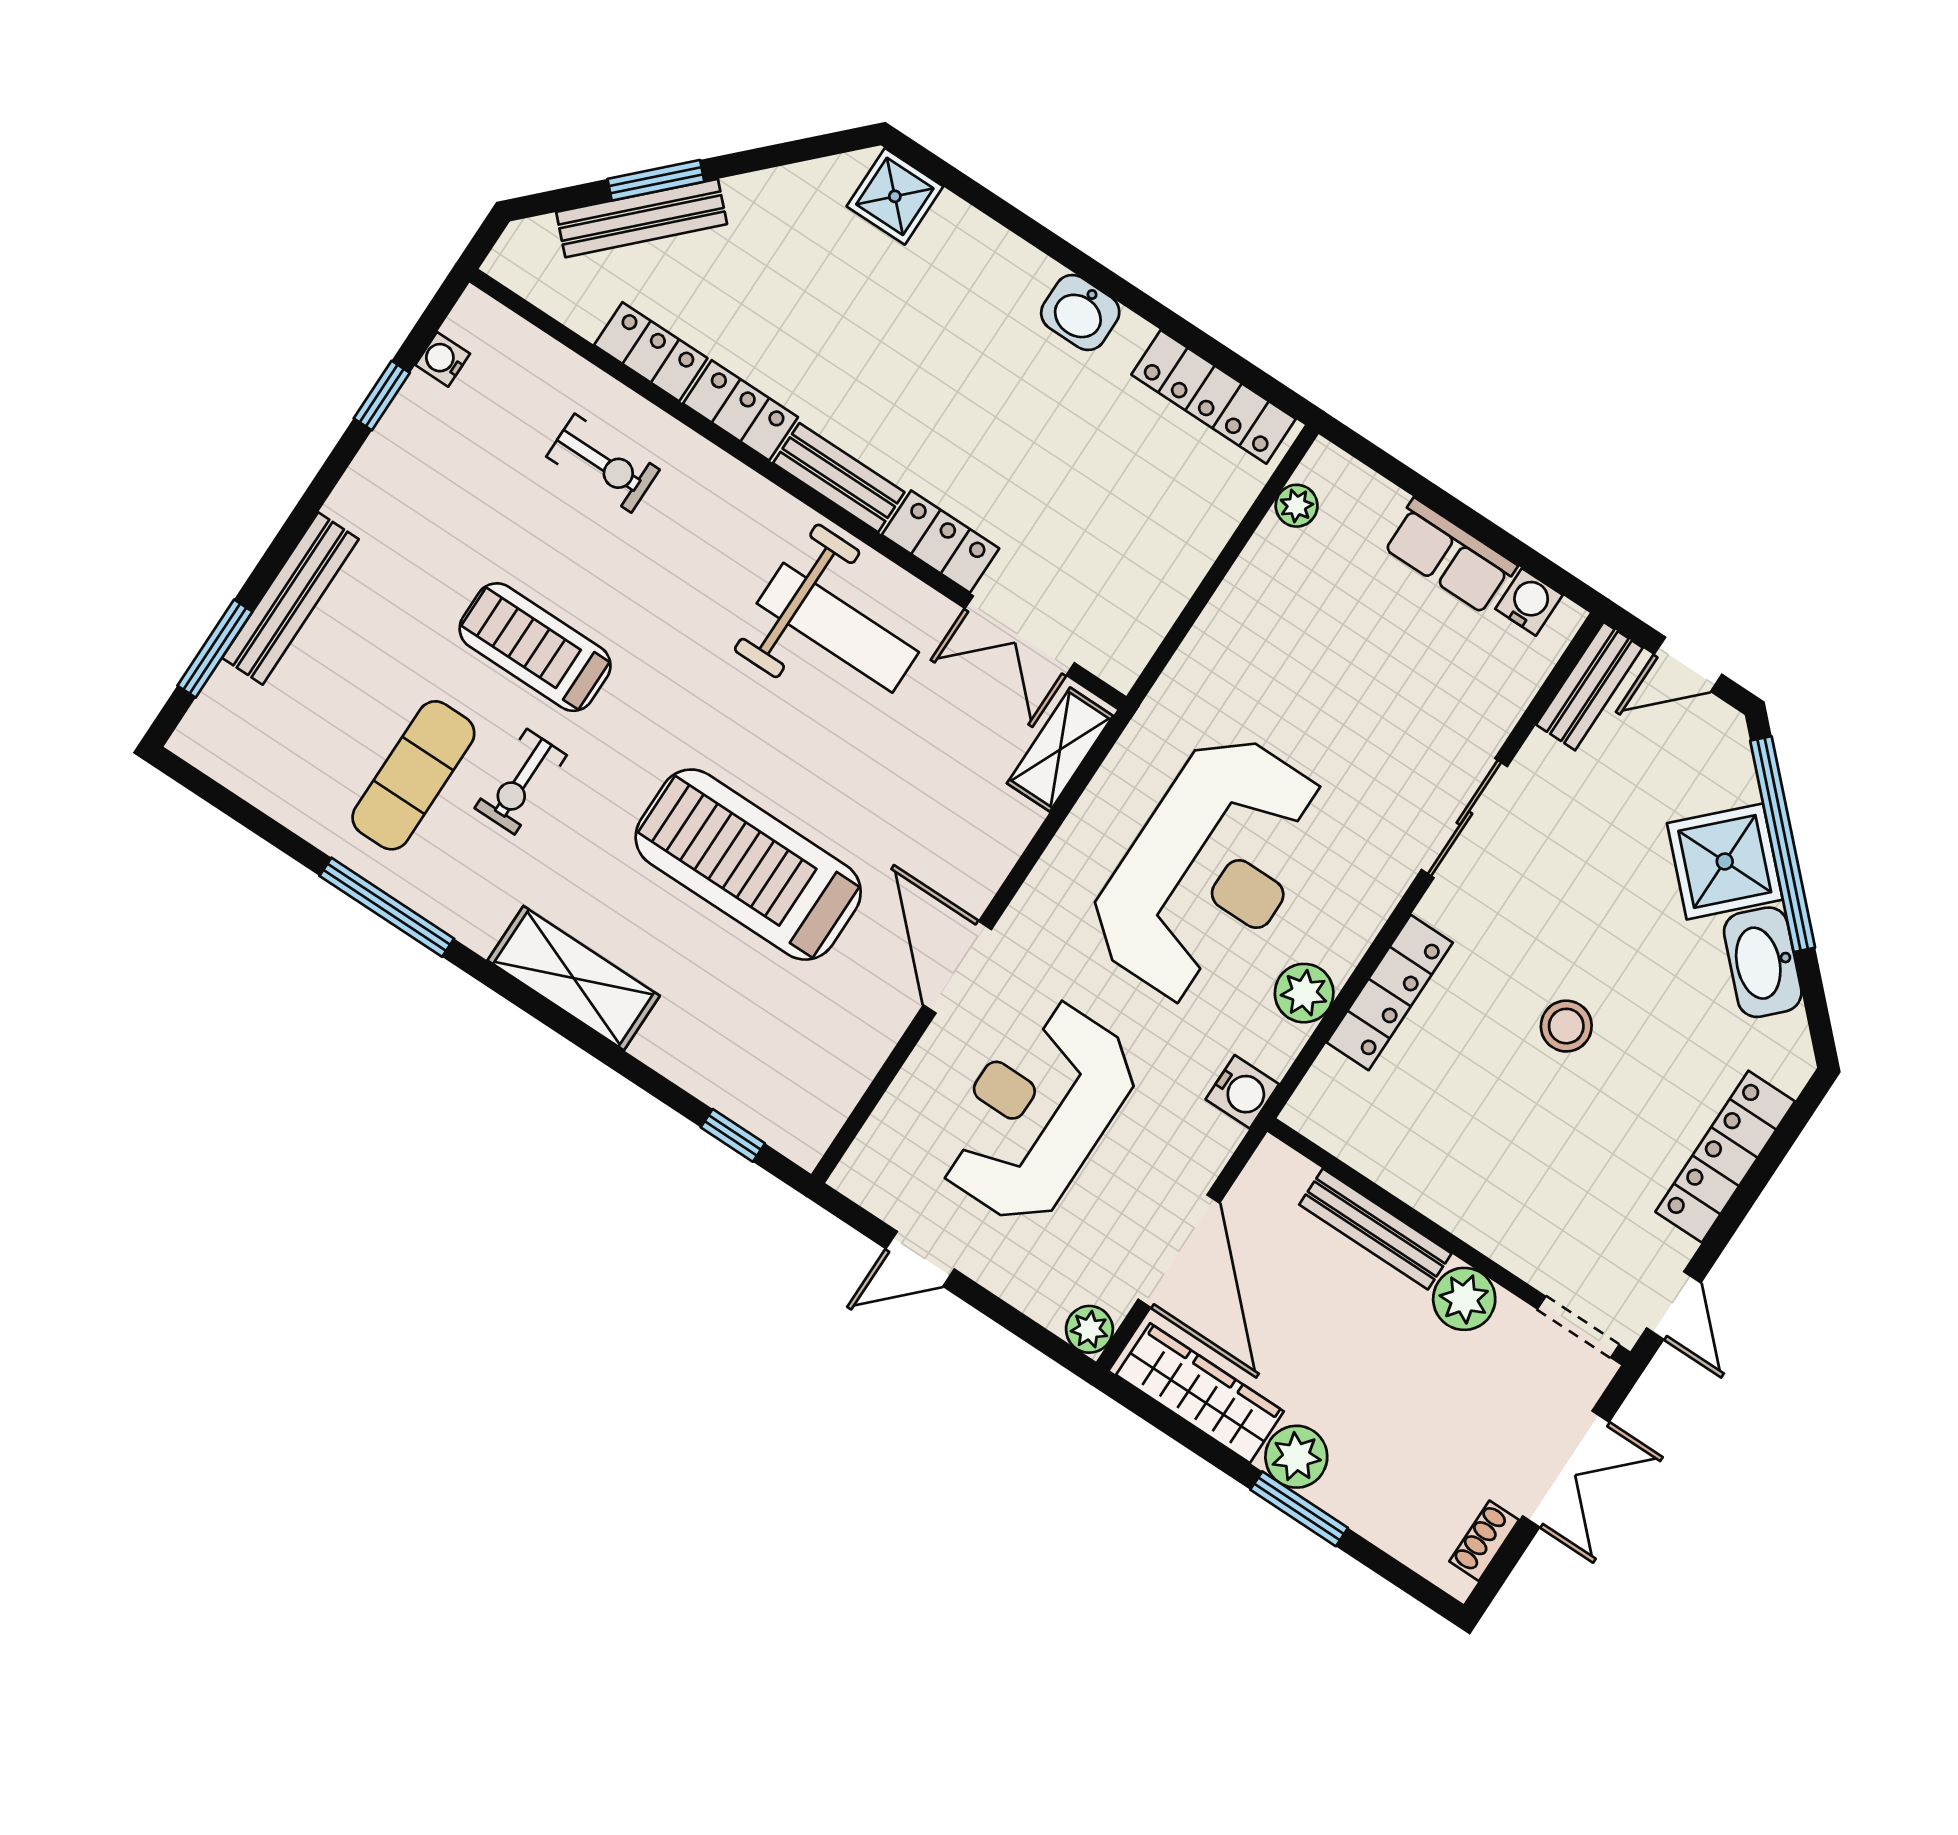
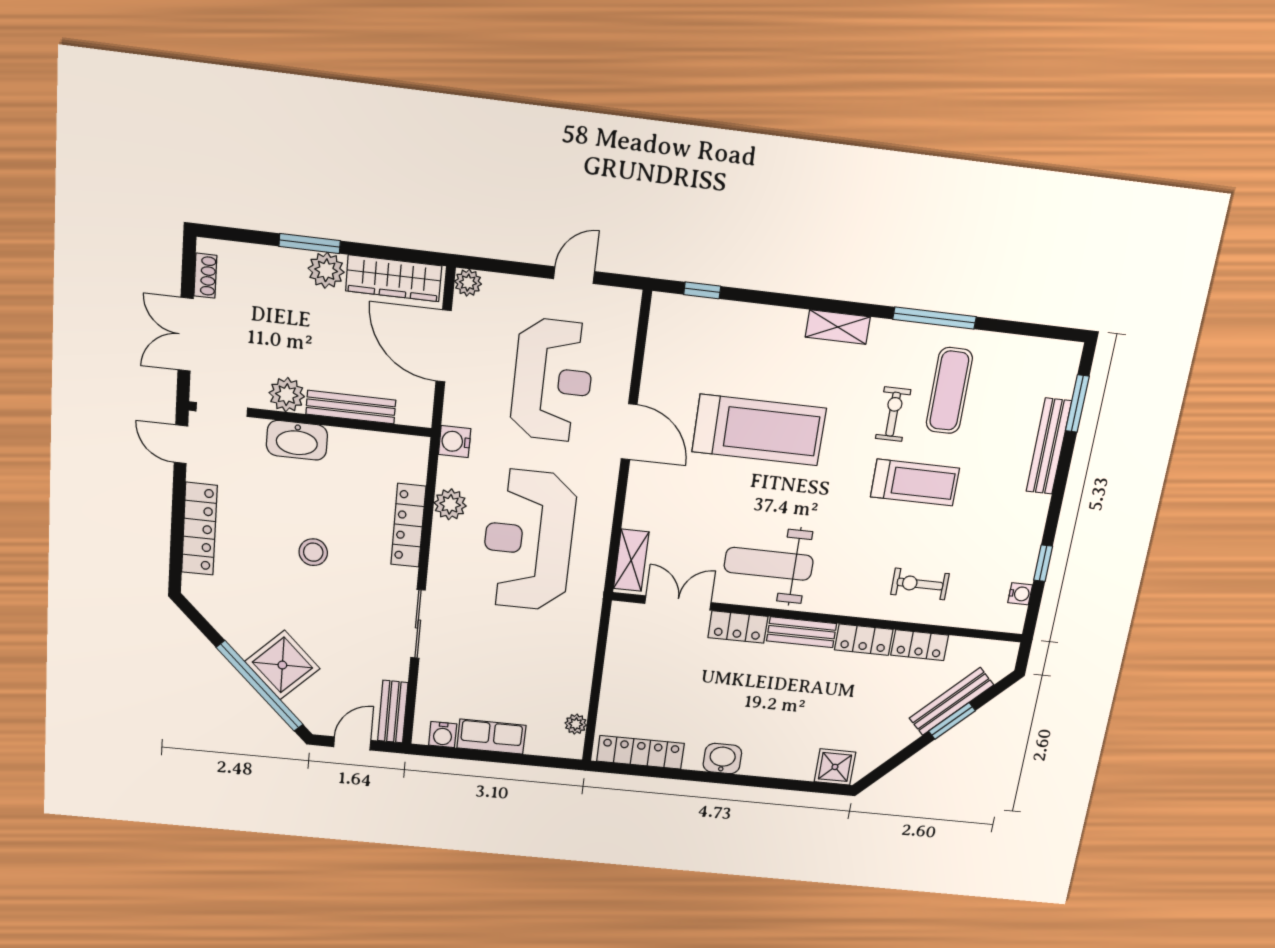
washbasin: (1763, 962) -> (297, 440), moved, turned 135
shelving: (574, 978) -> (838, 327), width x0.67, depth x0.75

